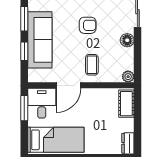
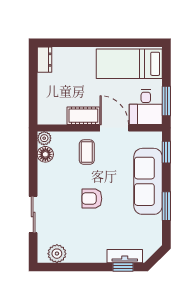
floor lamp: (127, 40) -> (45, 154), moved
window: (24, 51) -> (166, 152), moved
door: (69, 85) -> (114, 128), hinge flipped
cot: (126, 104) -> (83, 116), moved, turned 90

